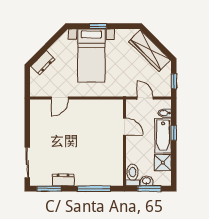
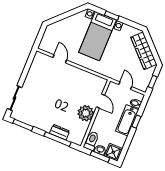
dresser: (43, 63) -> (58, 26), removed
door: (60, 98) -> (60, 59), swing flipped
plant: (113, 147) -> (86, 113), added
shower: (163, 163) -> (113, 152), moved
dresser: (63, 180) -> (60, 132), moved

